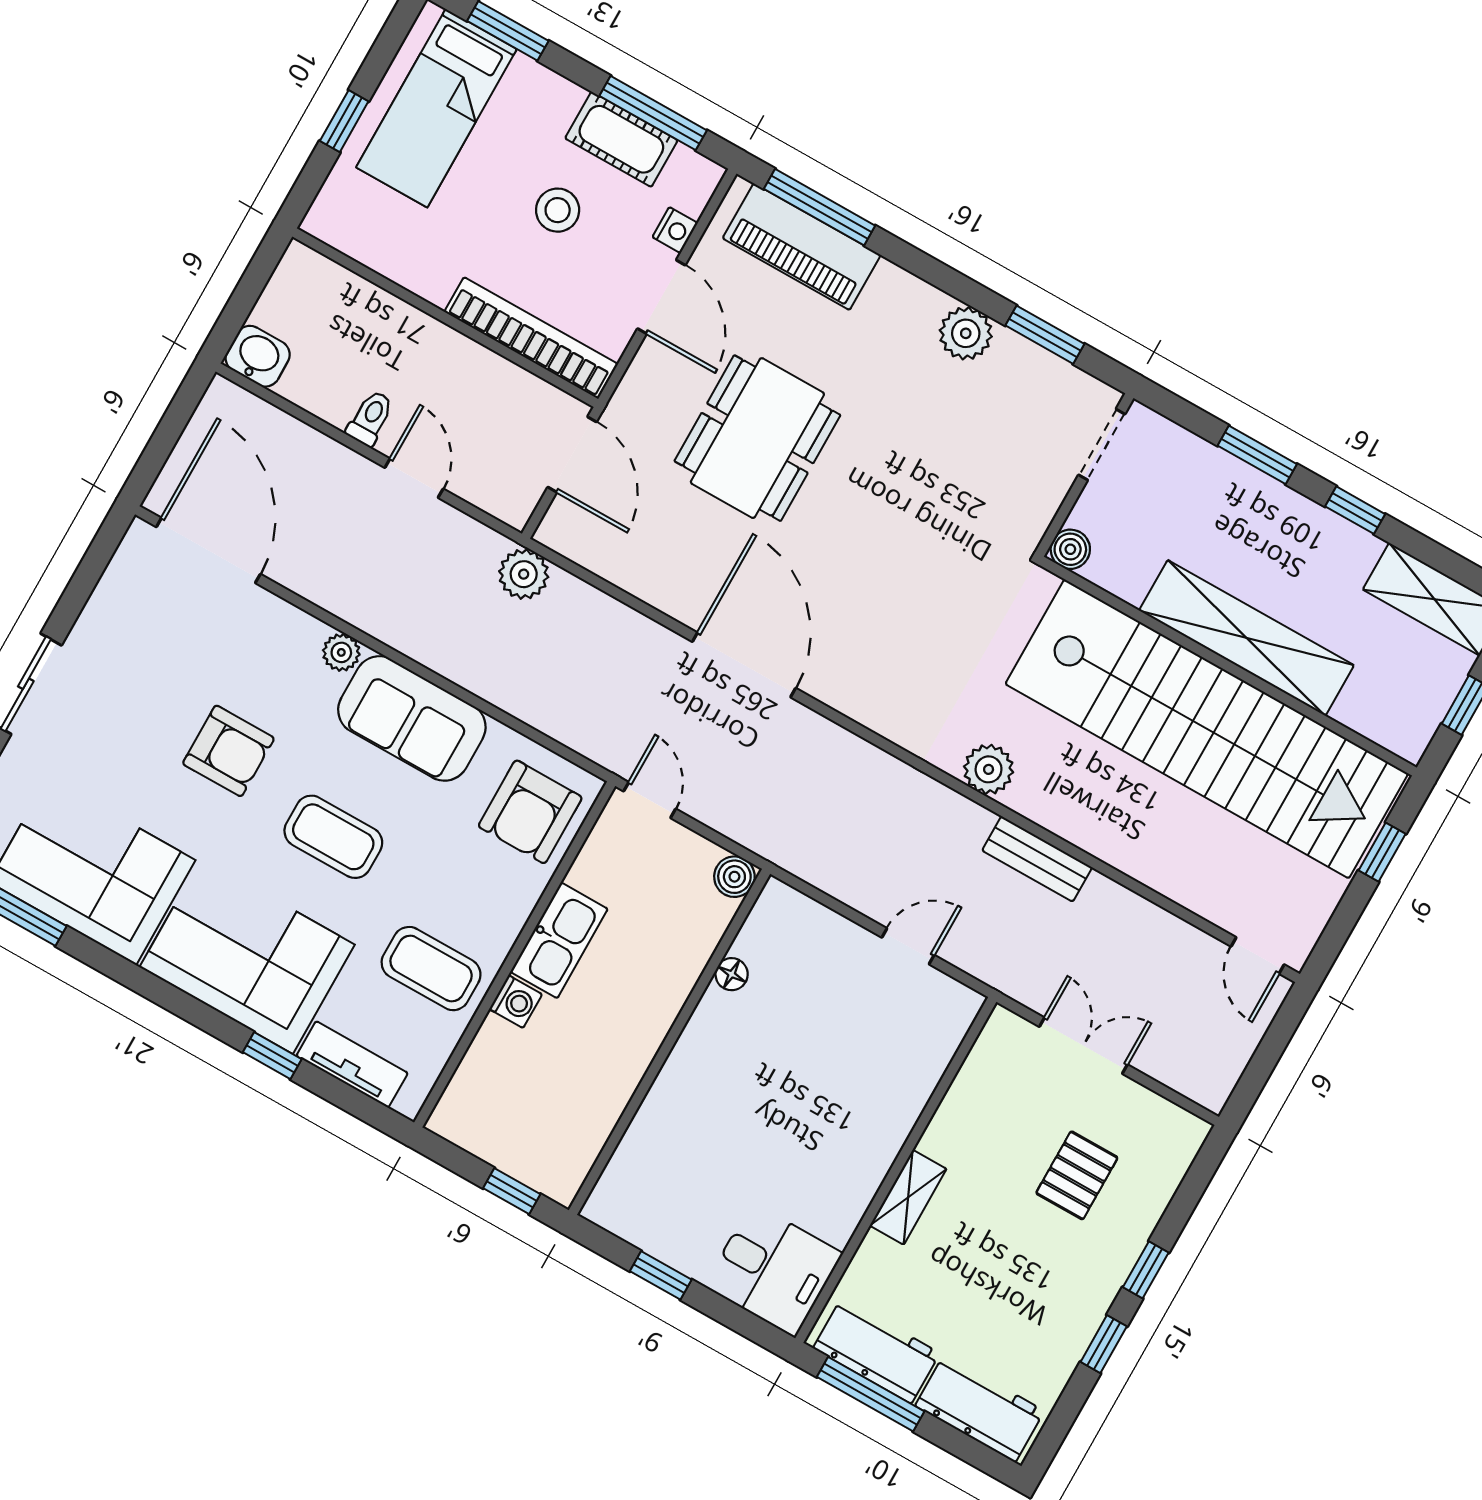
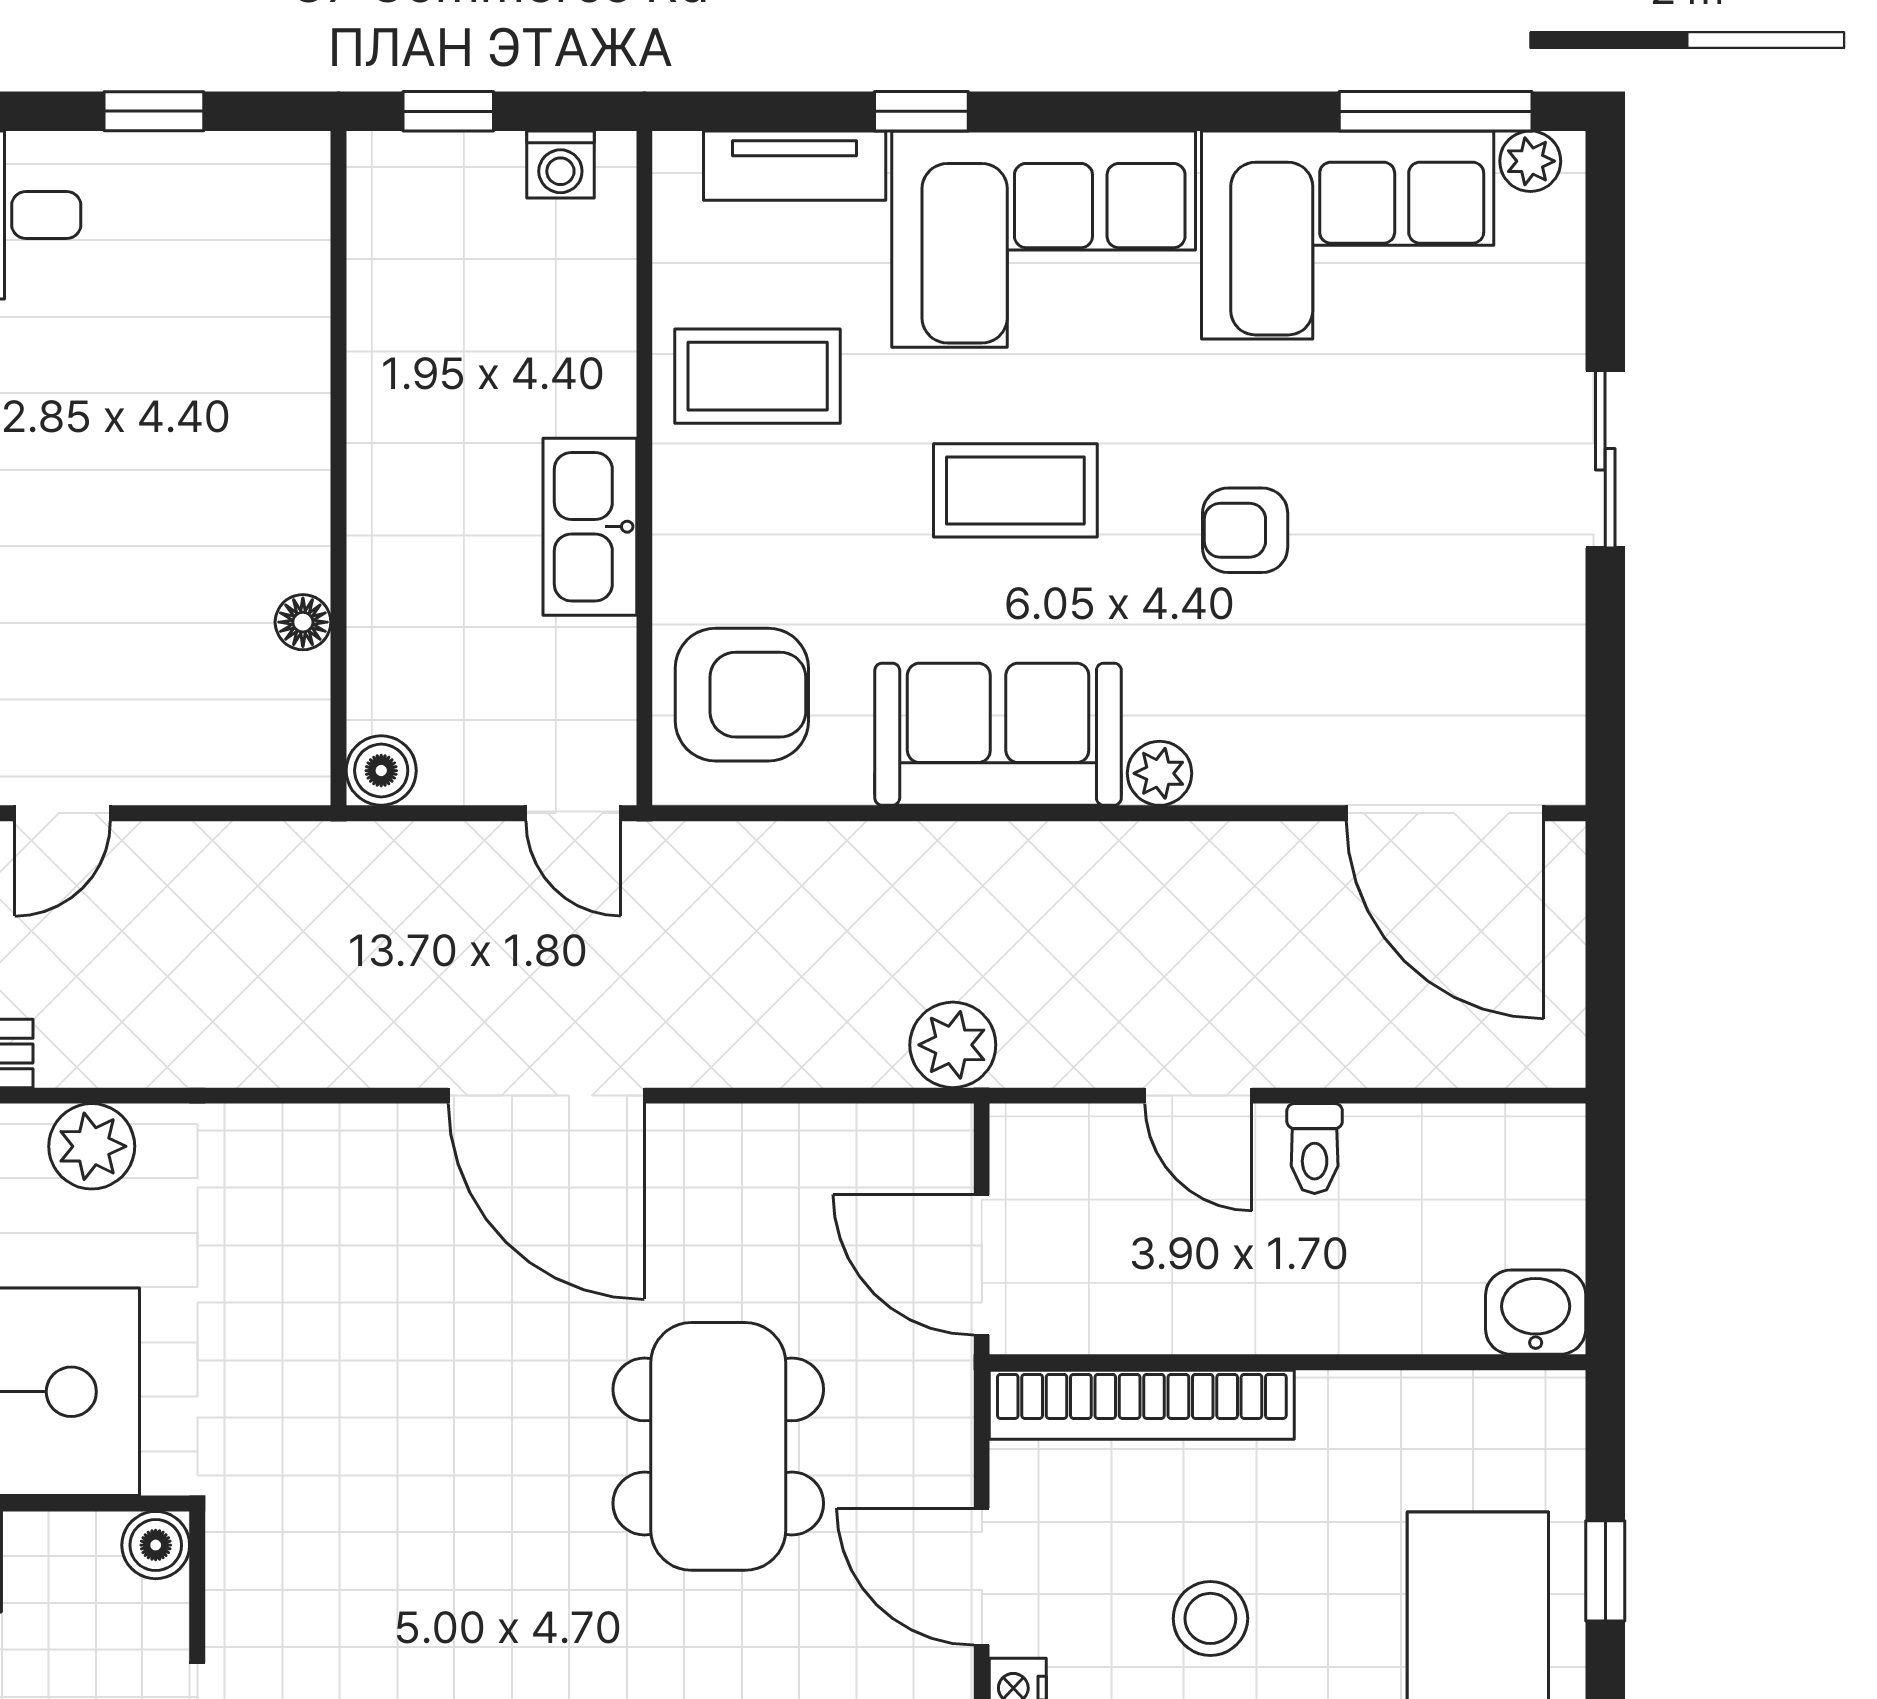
washbasin: (258, 356) -> (1536, 1312), moved, turned 180
armchair: (228, 751) -> (1245, 530), width x0.72, depth x0.72
armchair: (530, 812) -> (742, 695), turned 90
washing machine: (516, 1002) -> (560, 165), moved, turned -90

